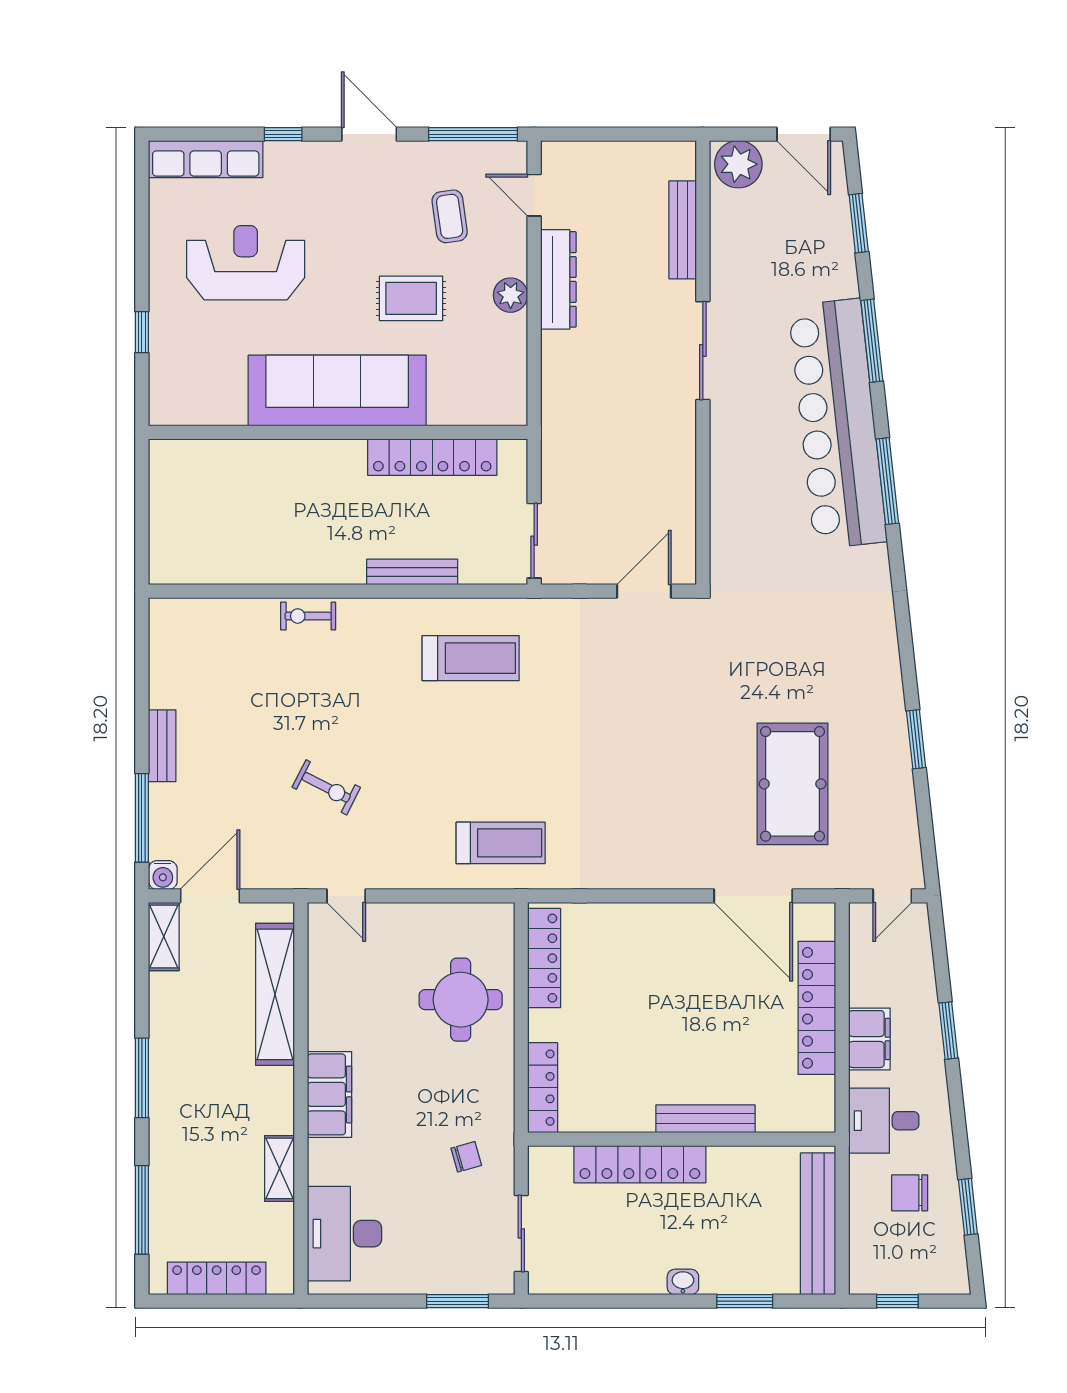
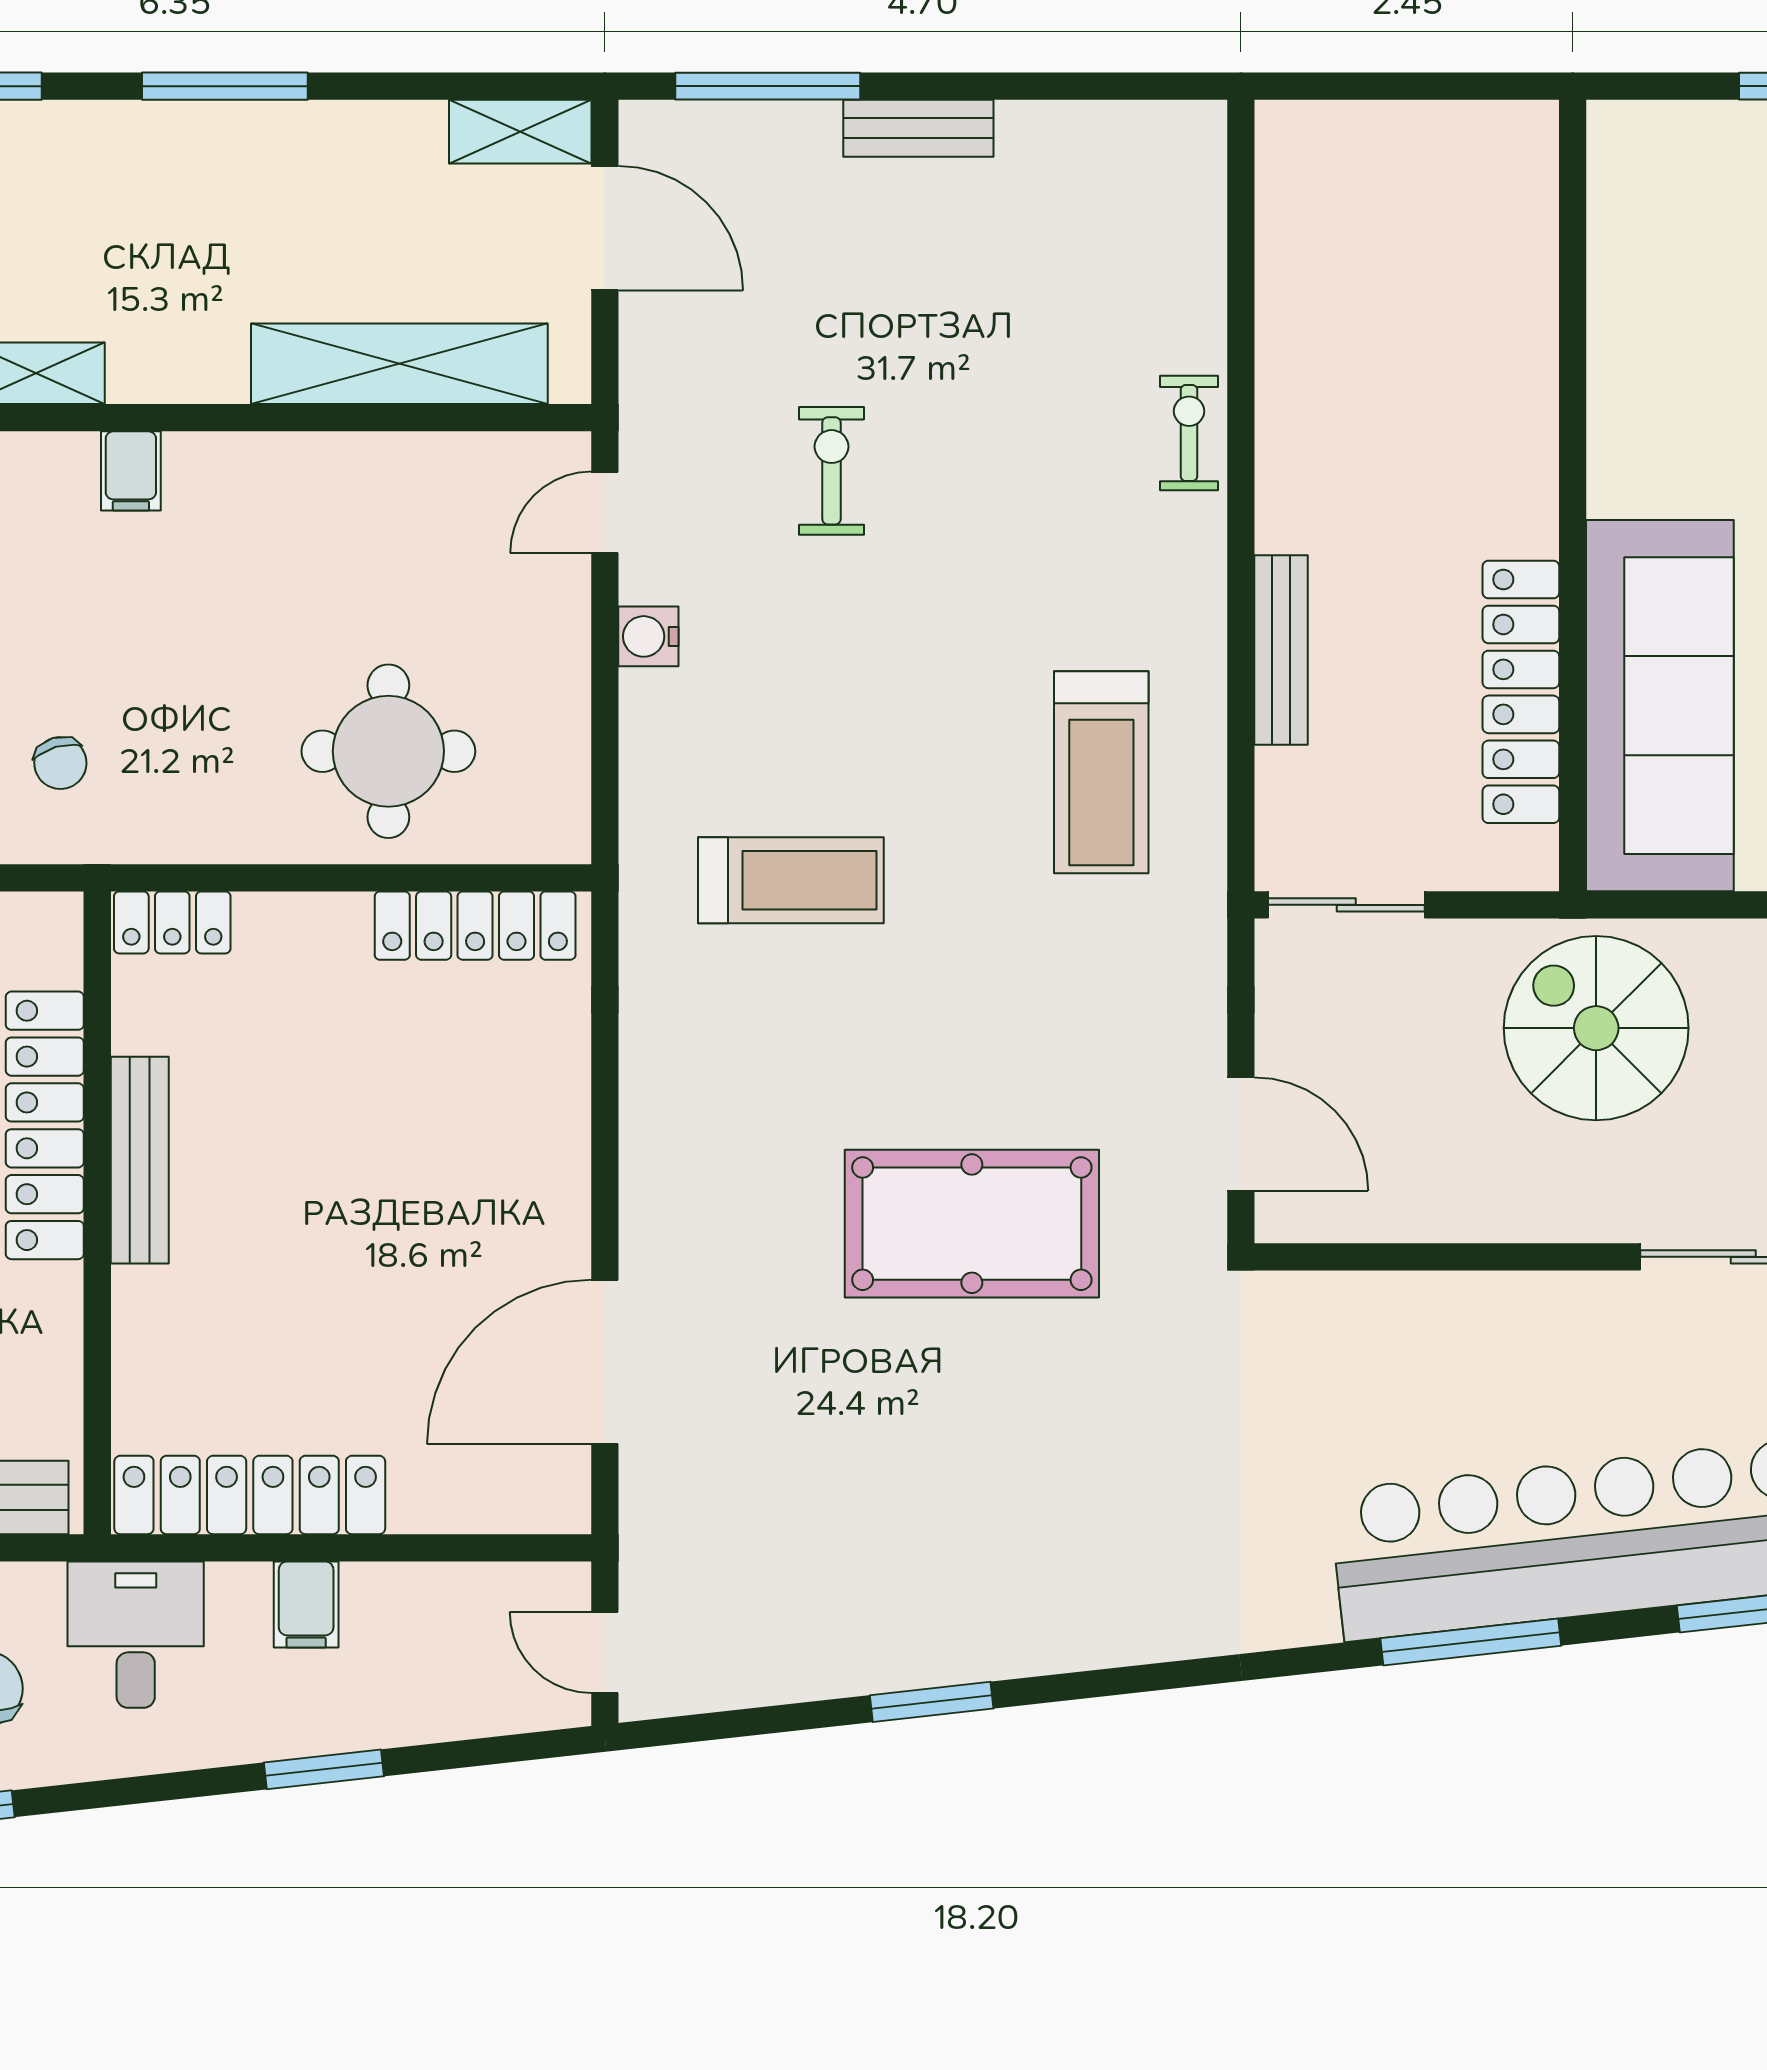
sofa: (337, 390) -> (1660, 706), moved
spiral stairs: (593, 421) -> (1596, 1028), added
pool table: (793, 784) -> (972, 1224), moved
exercise bike: (326, 787) -> (831, 471), turned 153
treadmill: (501, 843) -> (791, 880), moved, turned -90
water cooler: (163, 875) -> (648, 636), moved
locker: (817, 1008) -> (250, 1495), moved
filing cabinet: (869, 1039) -> (306, 1604), width x0.50
locker: (543, 1088) -> (172, 922), width x0.66
filing cabinet: (329, 1094) -> (131, 471), width x0.33, depth x0.86
bench: (706, 1119) -> (140, 1160), moved

